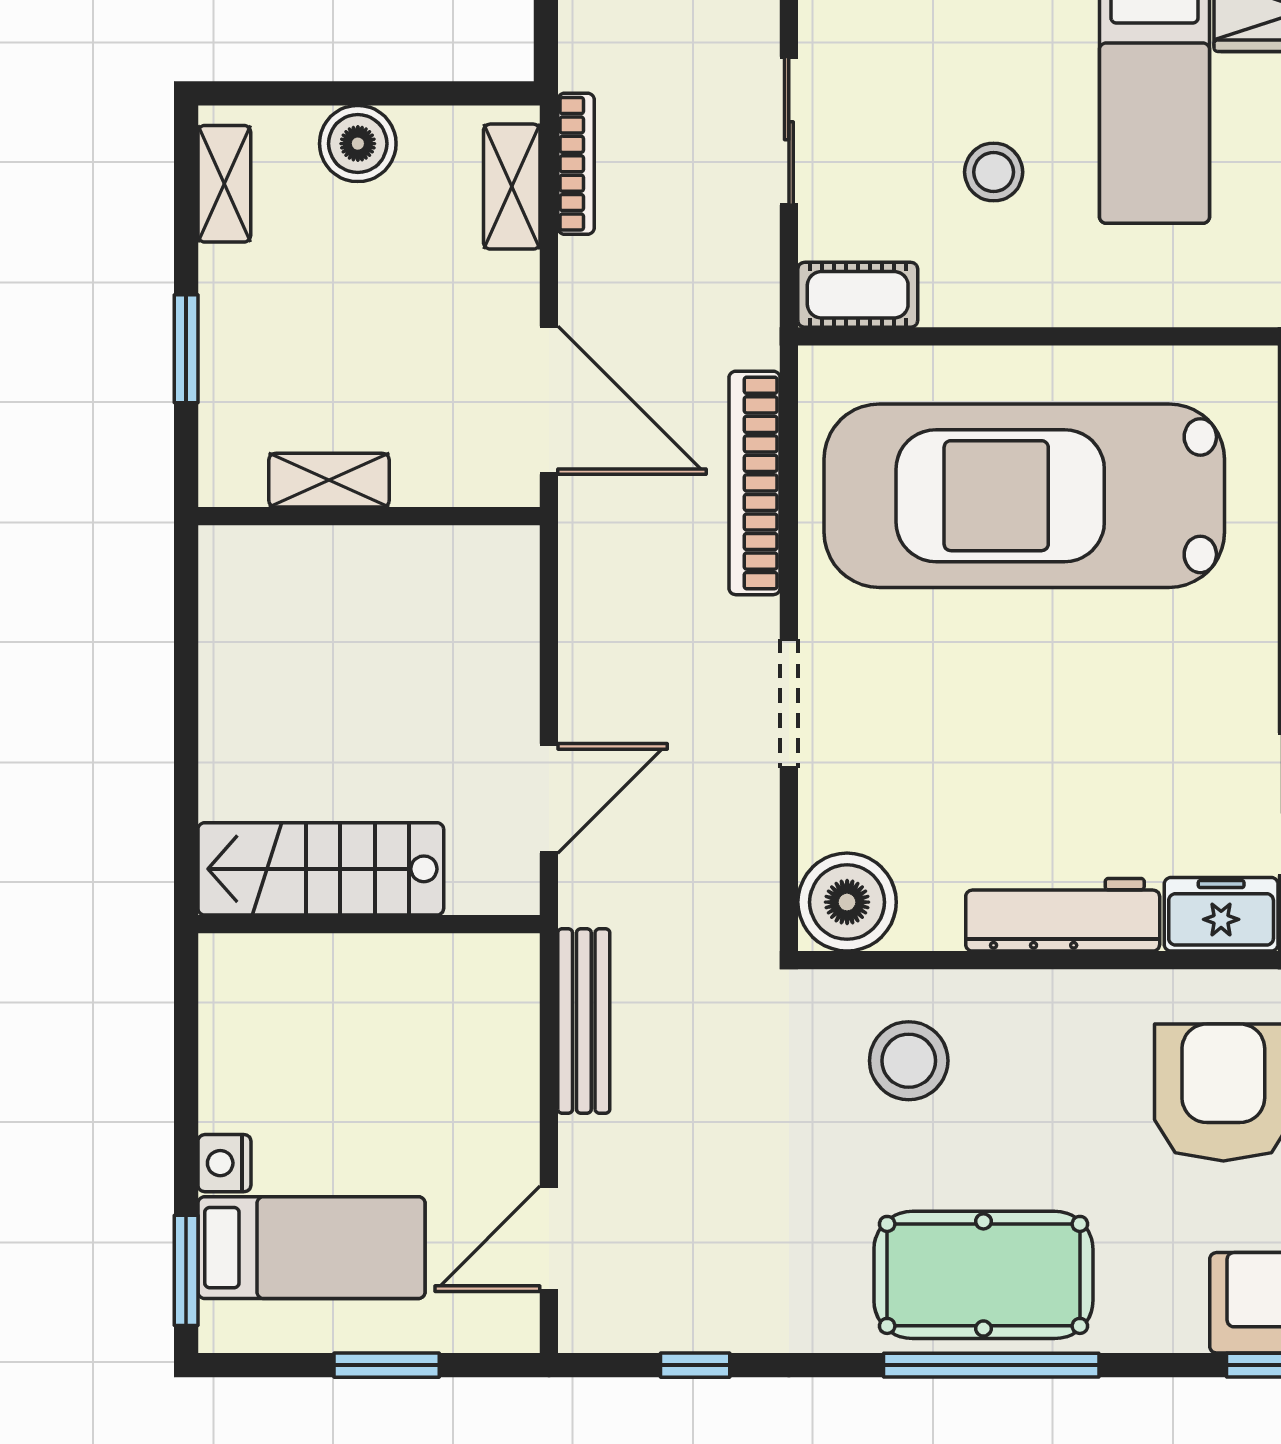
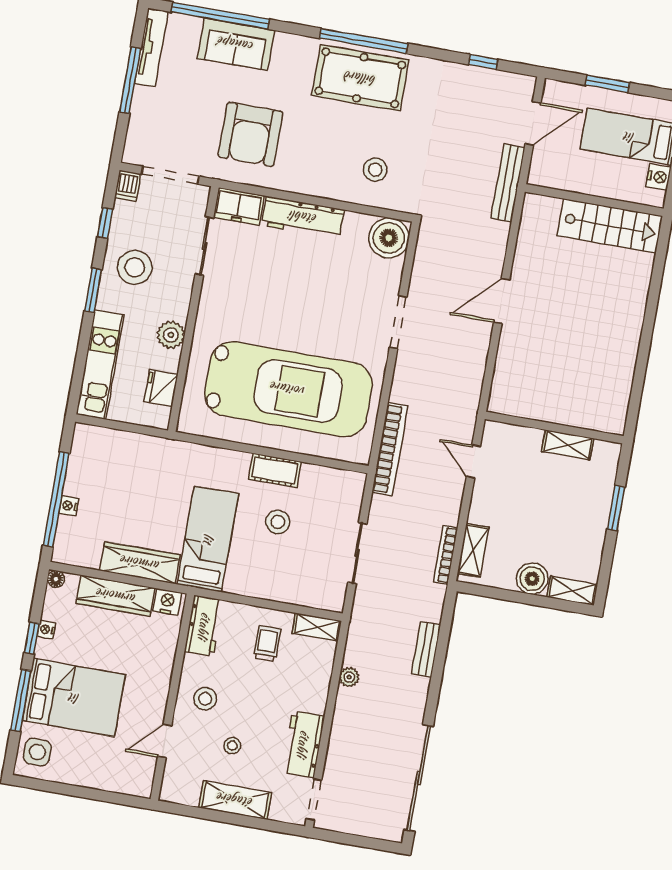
shelving: (224, 184) -> (572, 591), moved, turned 90
cot: (858, 295) -> (275, 470), moved
door: (549, 400) -> (473, 461), width x0.53
bookcase: (755, 483) -> (390, 449), moved
stairs: (321, 869) -> (610, 226), moved
wall: (369, 924) -> (594, 200), moved
bench: (584, 1021) -> (508, 183), moved
stool: (909, 1061) -> (375, 170), width x0.73, depth x0.73

